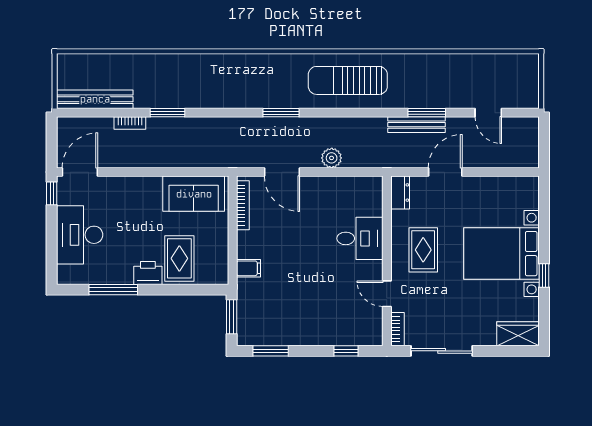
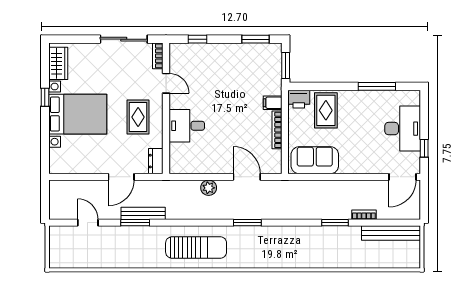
window: (52, 193) -> (424, 148), moved
bookcase: (243, 205) -> (277, 130), moved
printer: (148, 273) -> (299, 99), moved
wardrobe: (518, 334) -> (58, 63), moved, turned -90

